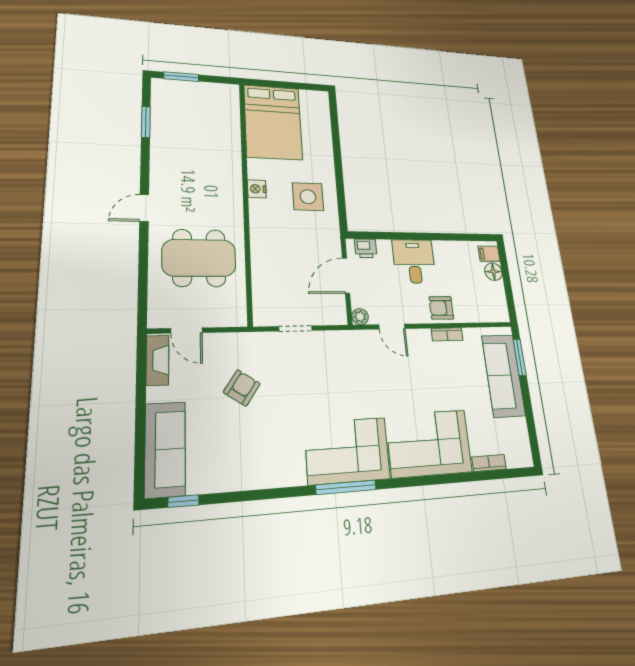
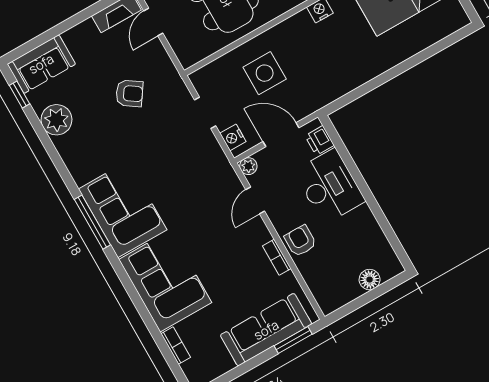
side table: (308, 197) -> (265, 73), moved
filing cabinet: (489, 254) -> (387, 267), removed
desk: (414, 261) -> (329, 186), width x1.37
nightstand: (329, 316) -> (233, 137), added
sofa: (165, 449) -> (41, 64), width x0.73
plant: (229, 474) -> (56, 120), added

